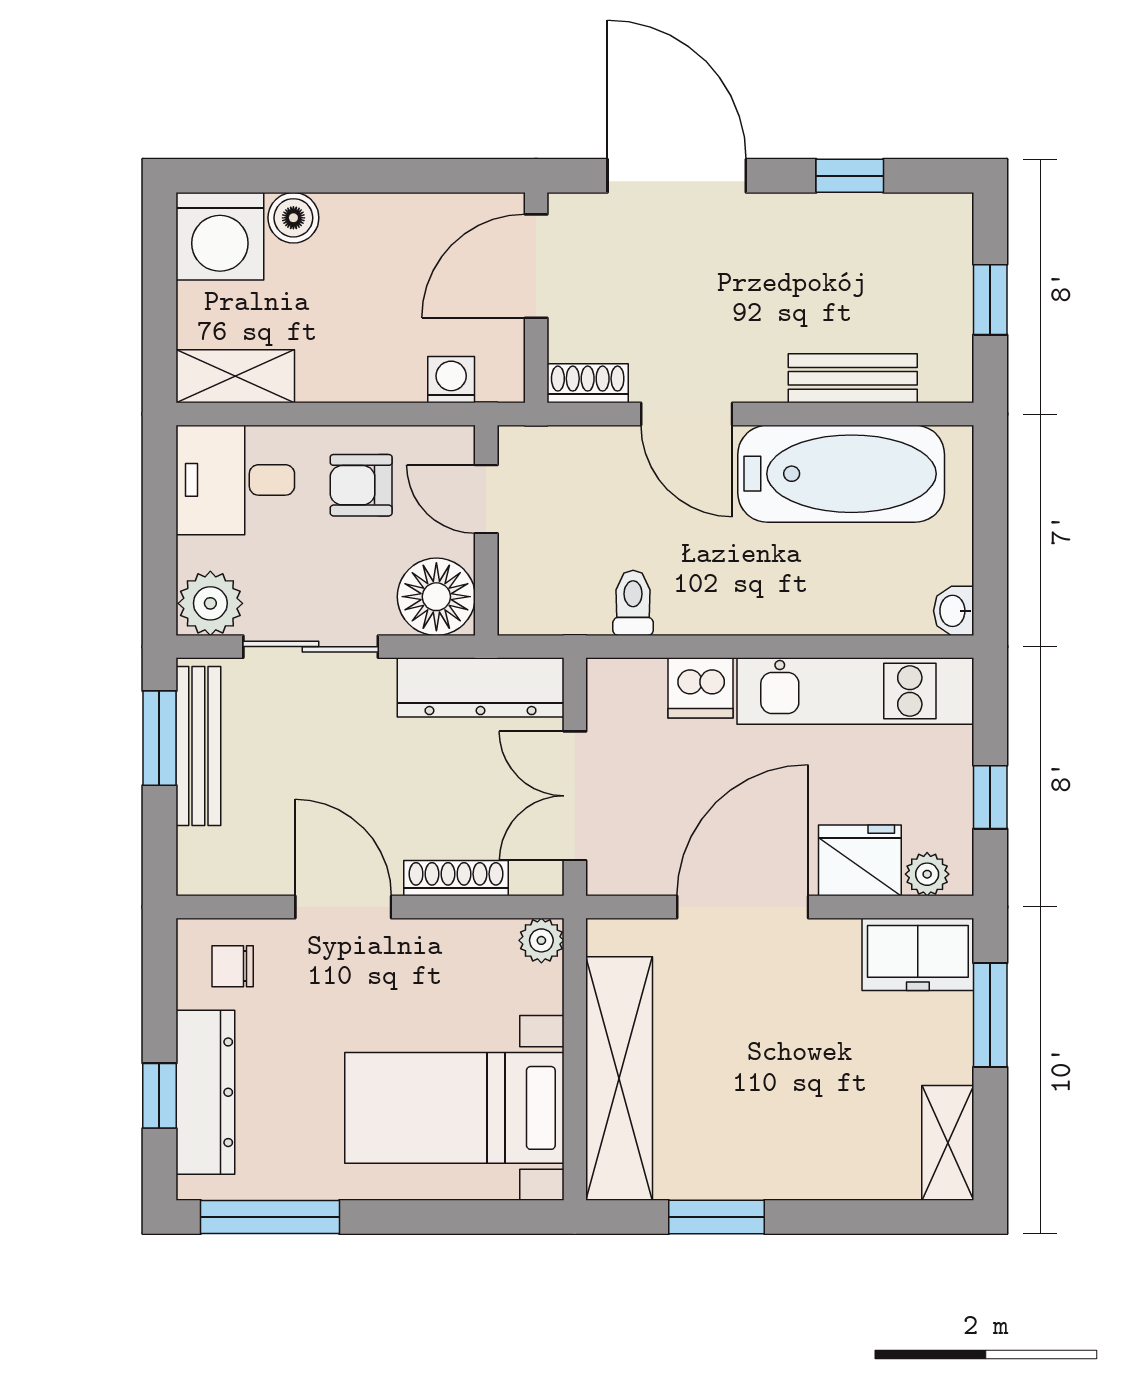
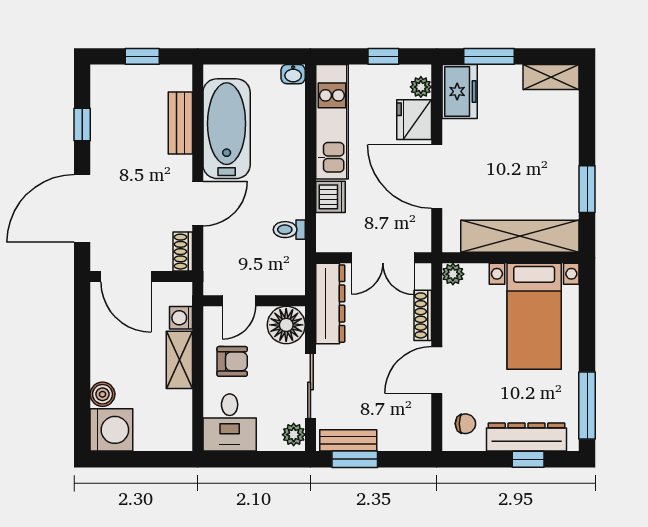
shelving: (235, 376) -> (179, 360), moved
armchair: (361, 485) -> (232, 361), turned -90
plant: (210, 603) -> (294, 435), width x0.73, depth x0.73
bench: (198, 746) -> (348, 440), width x0.73
chair: (233, 966) -> (465, 424), turned -90

